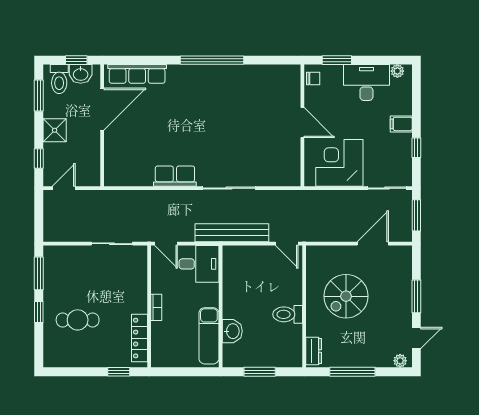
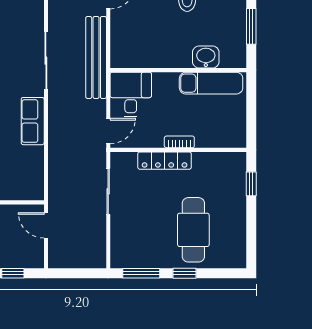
door: (64, 188) -> (46, 225), moved
cafe table: (78, 320) -> (193, 230), width x1.37, depth x1.35
locker: (140, 338) -> (165, 161), moved

